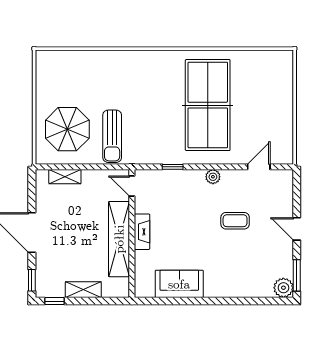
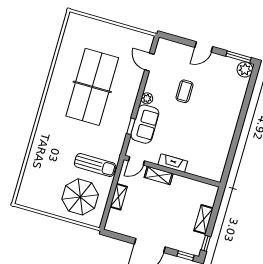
table tennis table: (208, 105) -> (92, 87), turned 90
shelving: (65, 177) -> (119, 197), moved
shelving: (119, 239) -> (159, 176), width x0.45, depth x0.75
sofa: (179, 284) -> (145, 124), moved, turned 180

